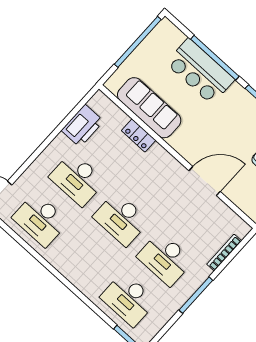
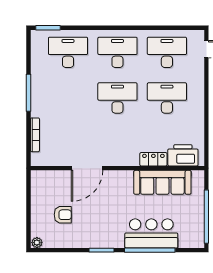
printer: (82, 126) -> (183, 155), moved, turned 90
desk: (165, 259) -> (117, 52), moved

